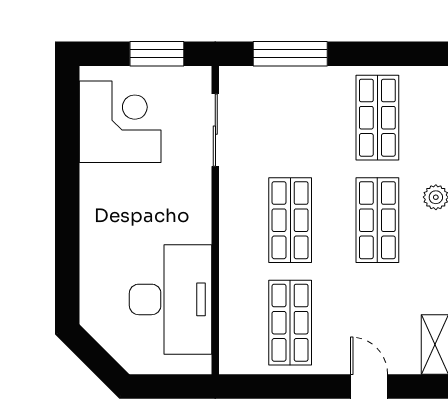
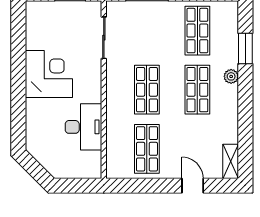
corner desk: (120, 122) -> (49, 74), moved
desk: (171, 299) -> (83, 127), width x0.73, depth x0.77

